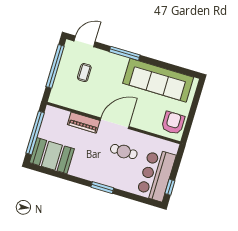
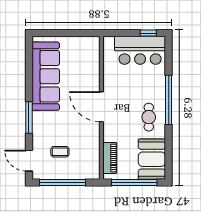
piano: (84, 123) -> (110, 158), moved
armchair: (173, 123) -> (84, 49), removed
cafe table: (124, 152) -> (149, 117), moved
window: (102, 188) -> (169, 100), width x2.11

